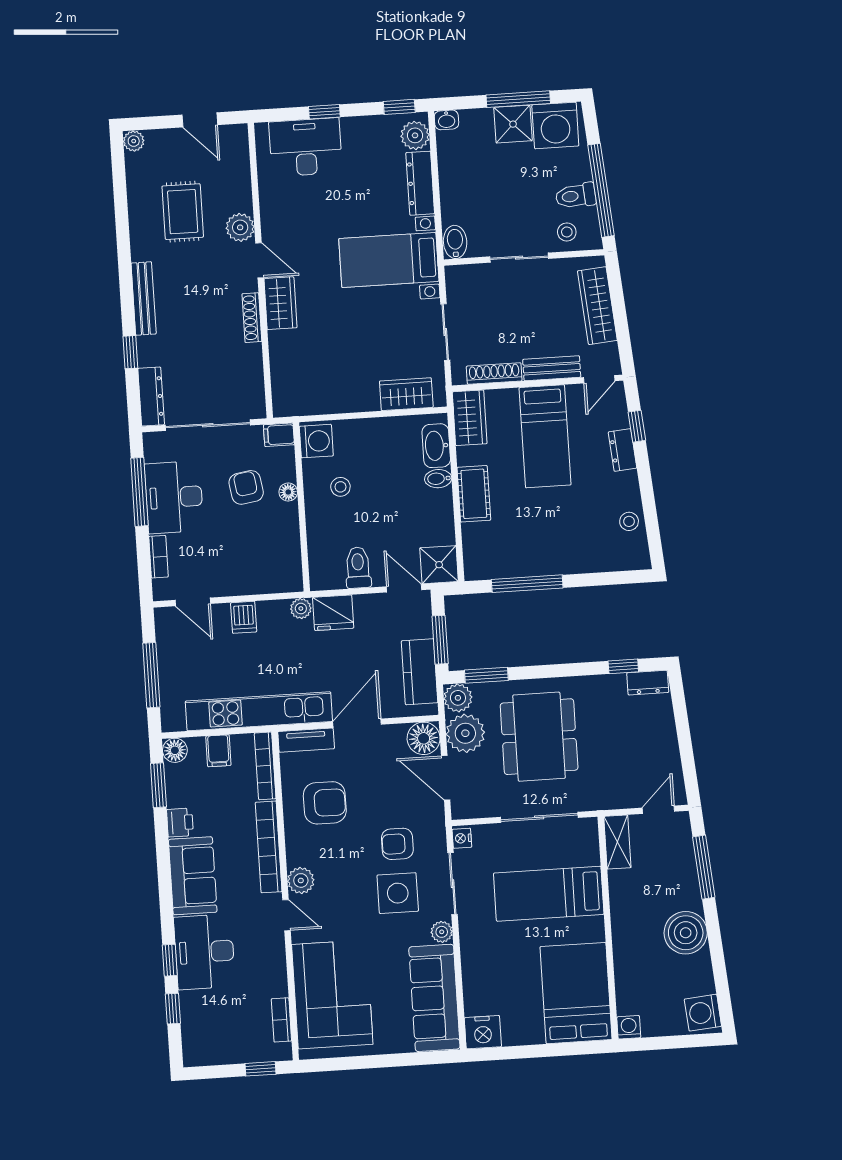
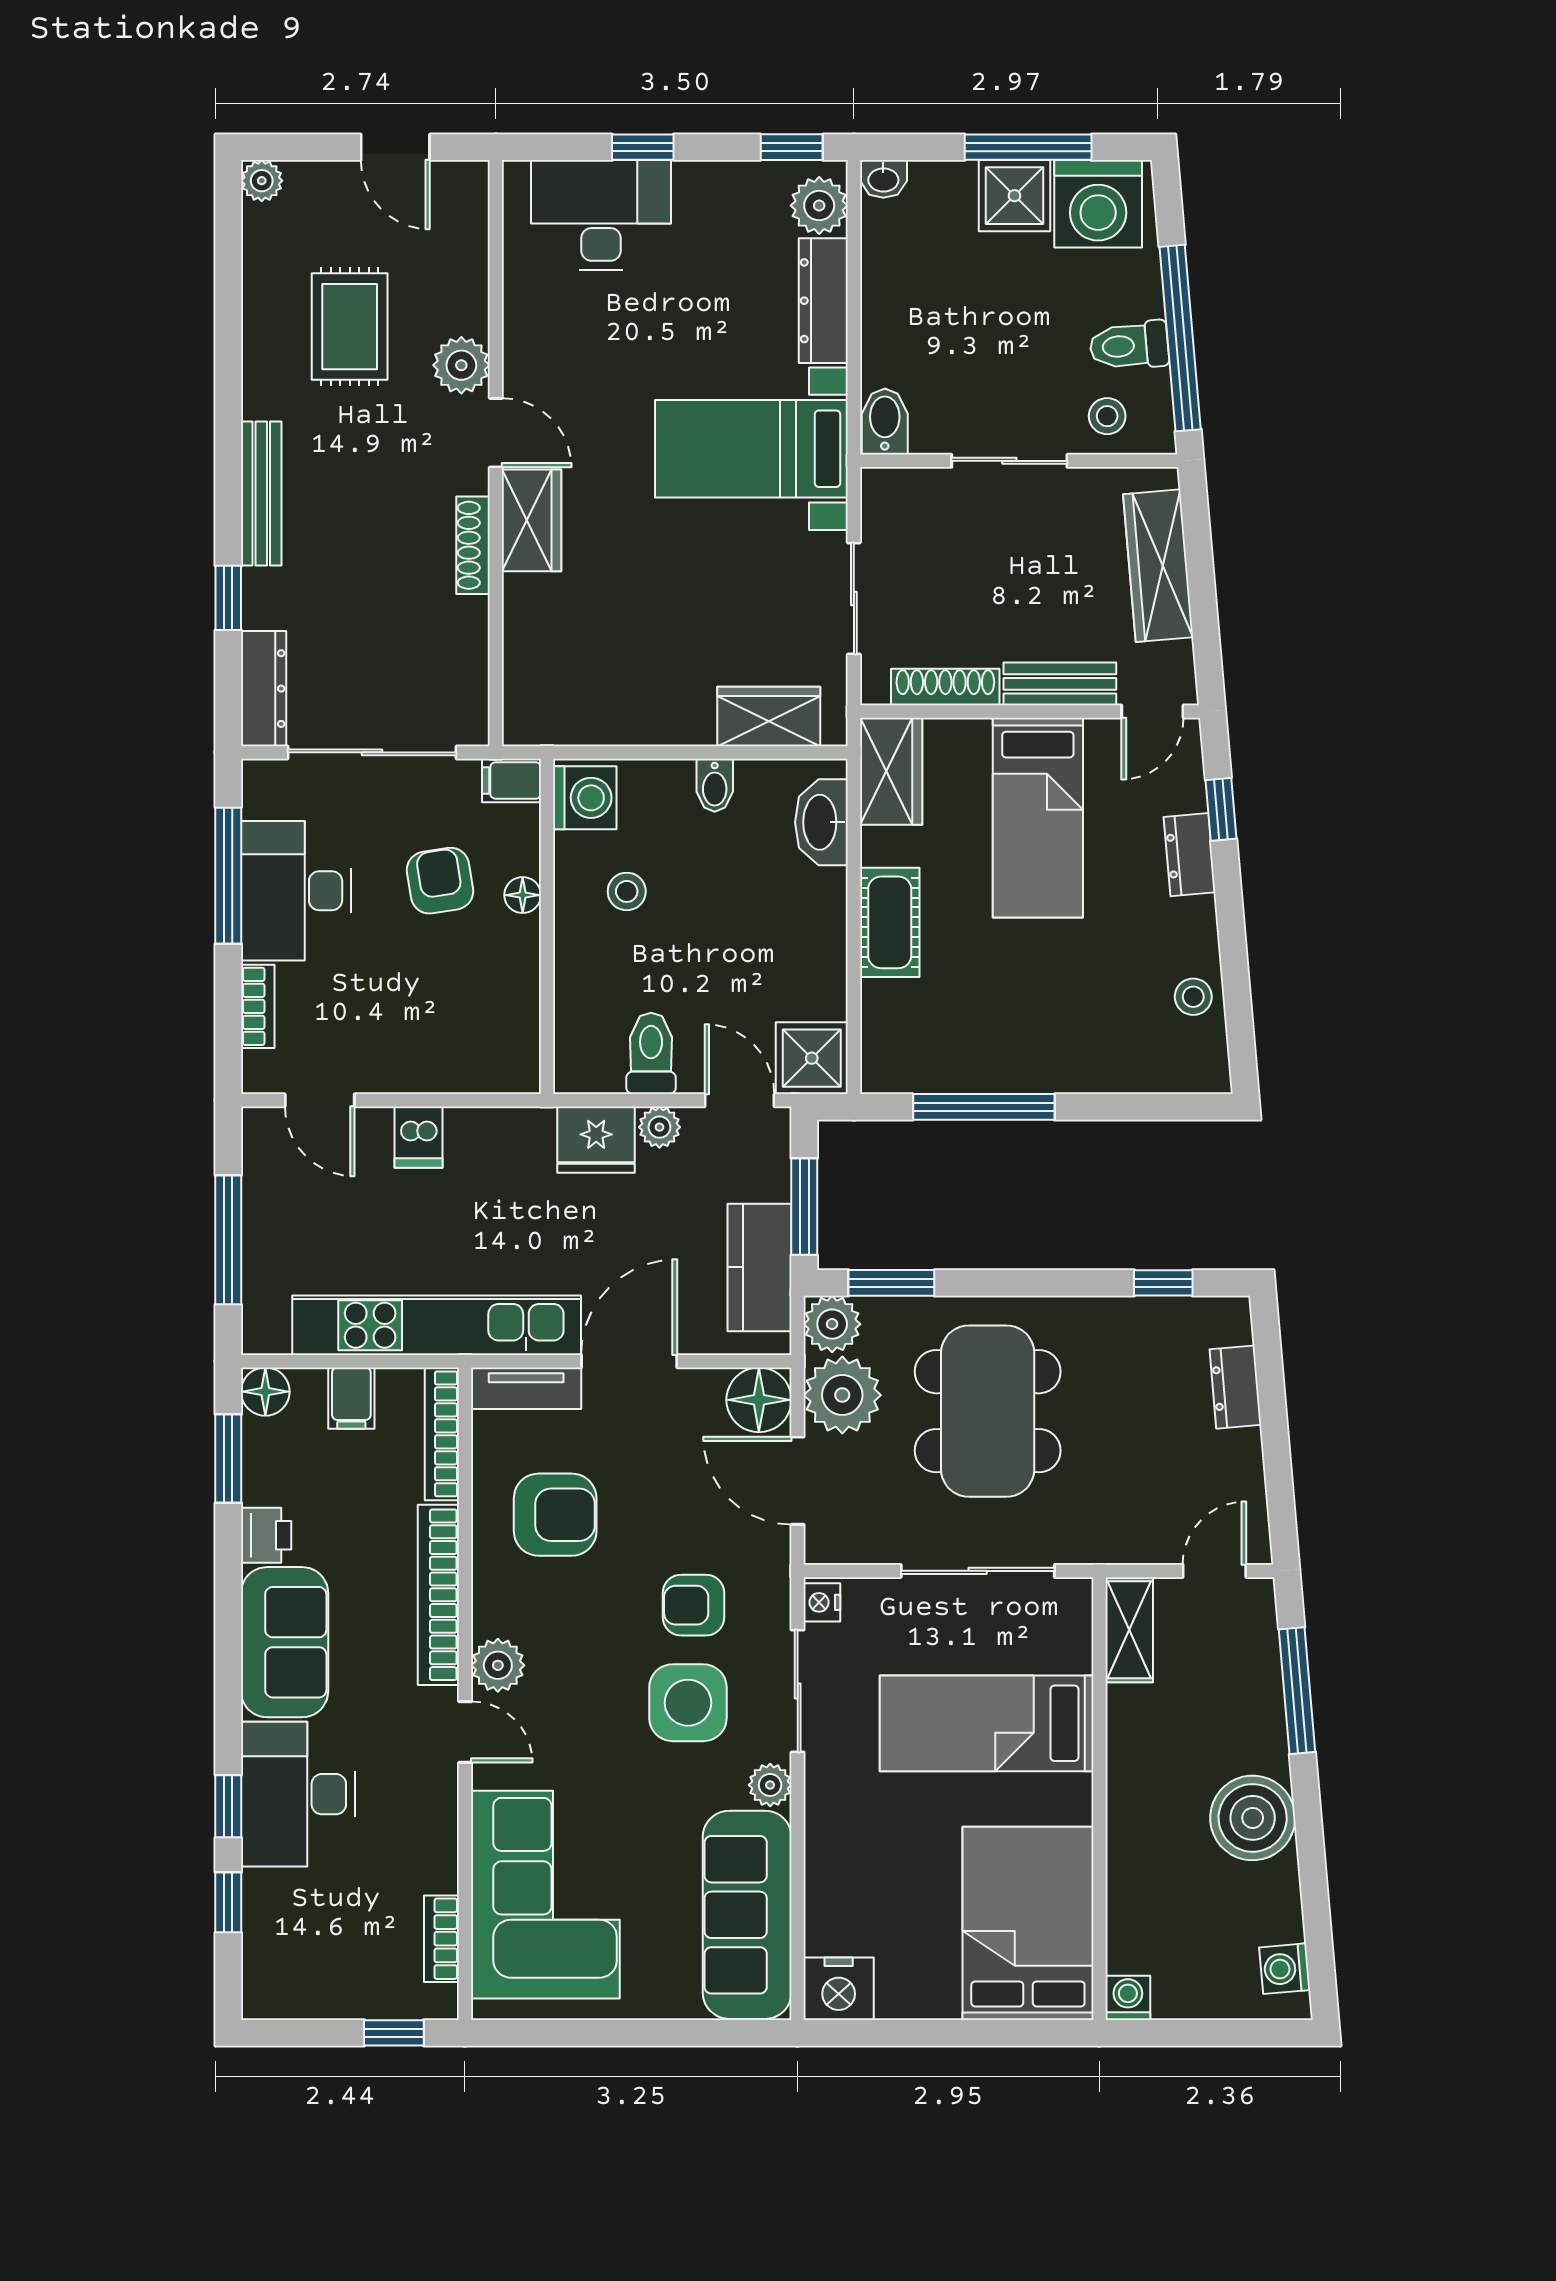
bidet: (438, 479) -> (715, 785), moved, turned -90
plant: (301, 608) -> (659, 1127), moved
dresser: (648, 683) -> (1235, 1387), moved, turned 85
washing machine: (703, 1013) -> (1285, 1969), width x0.73, depth x0.73

